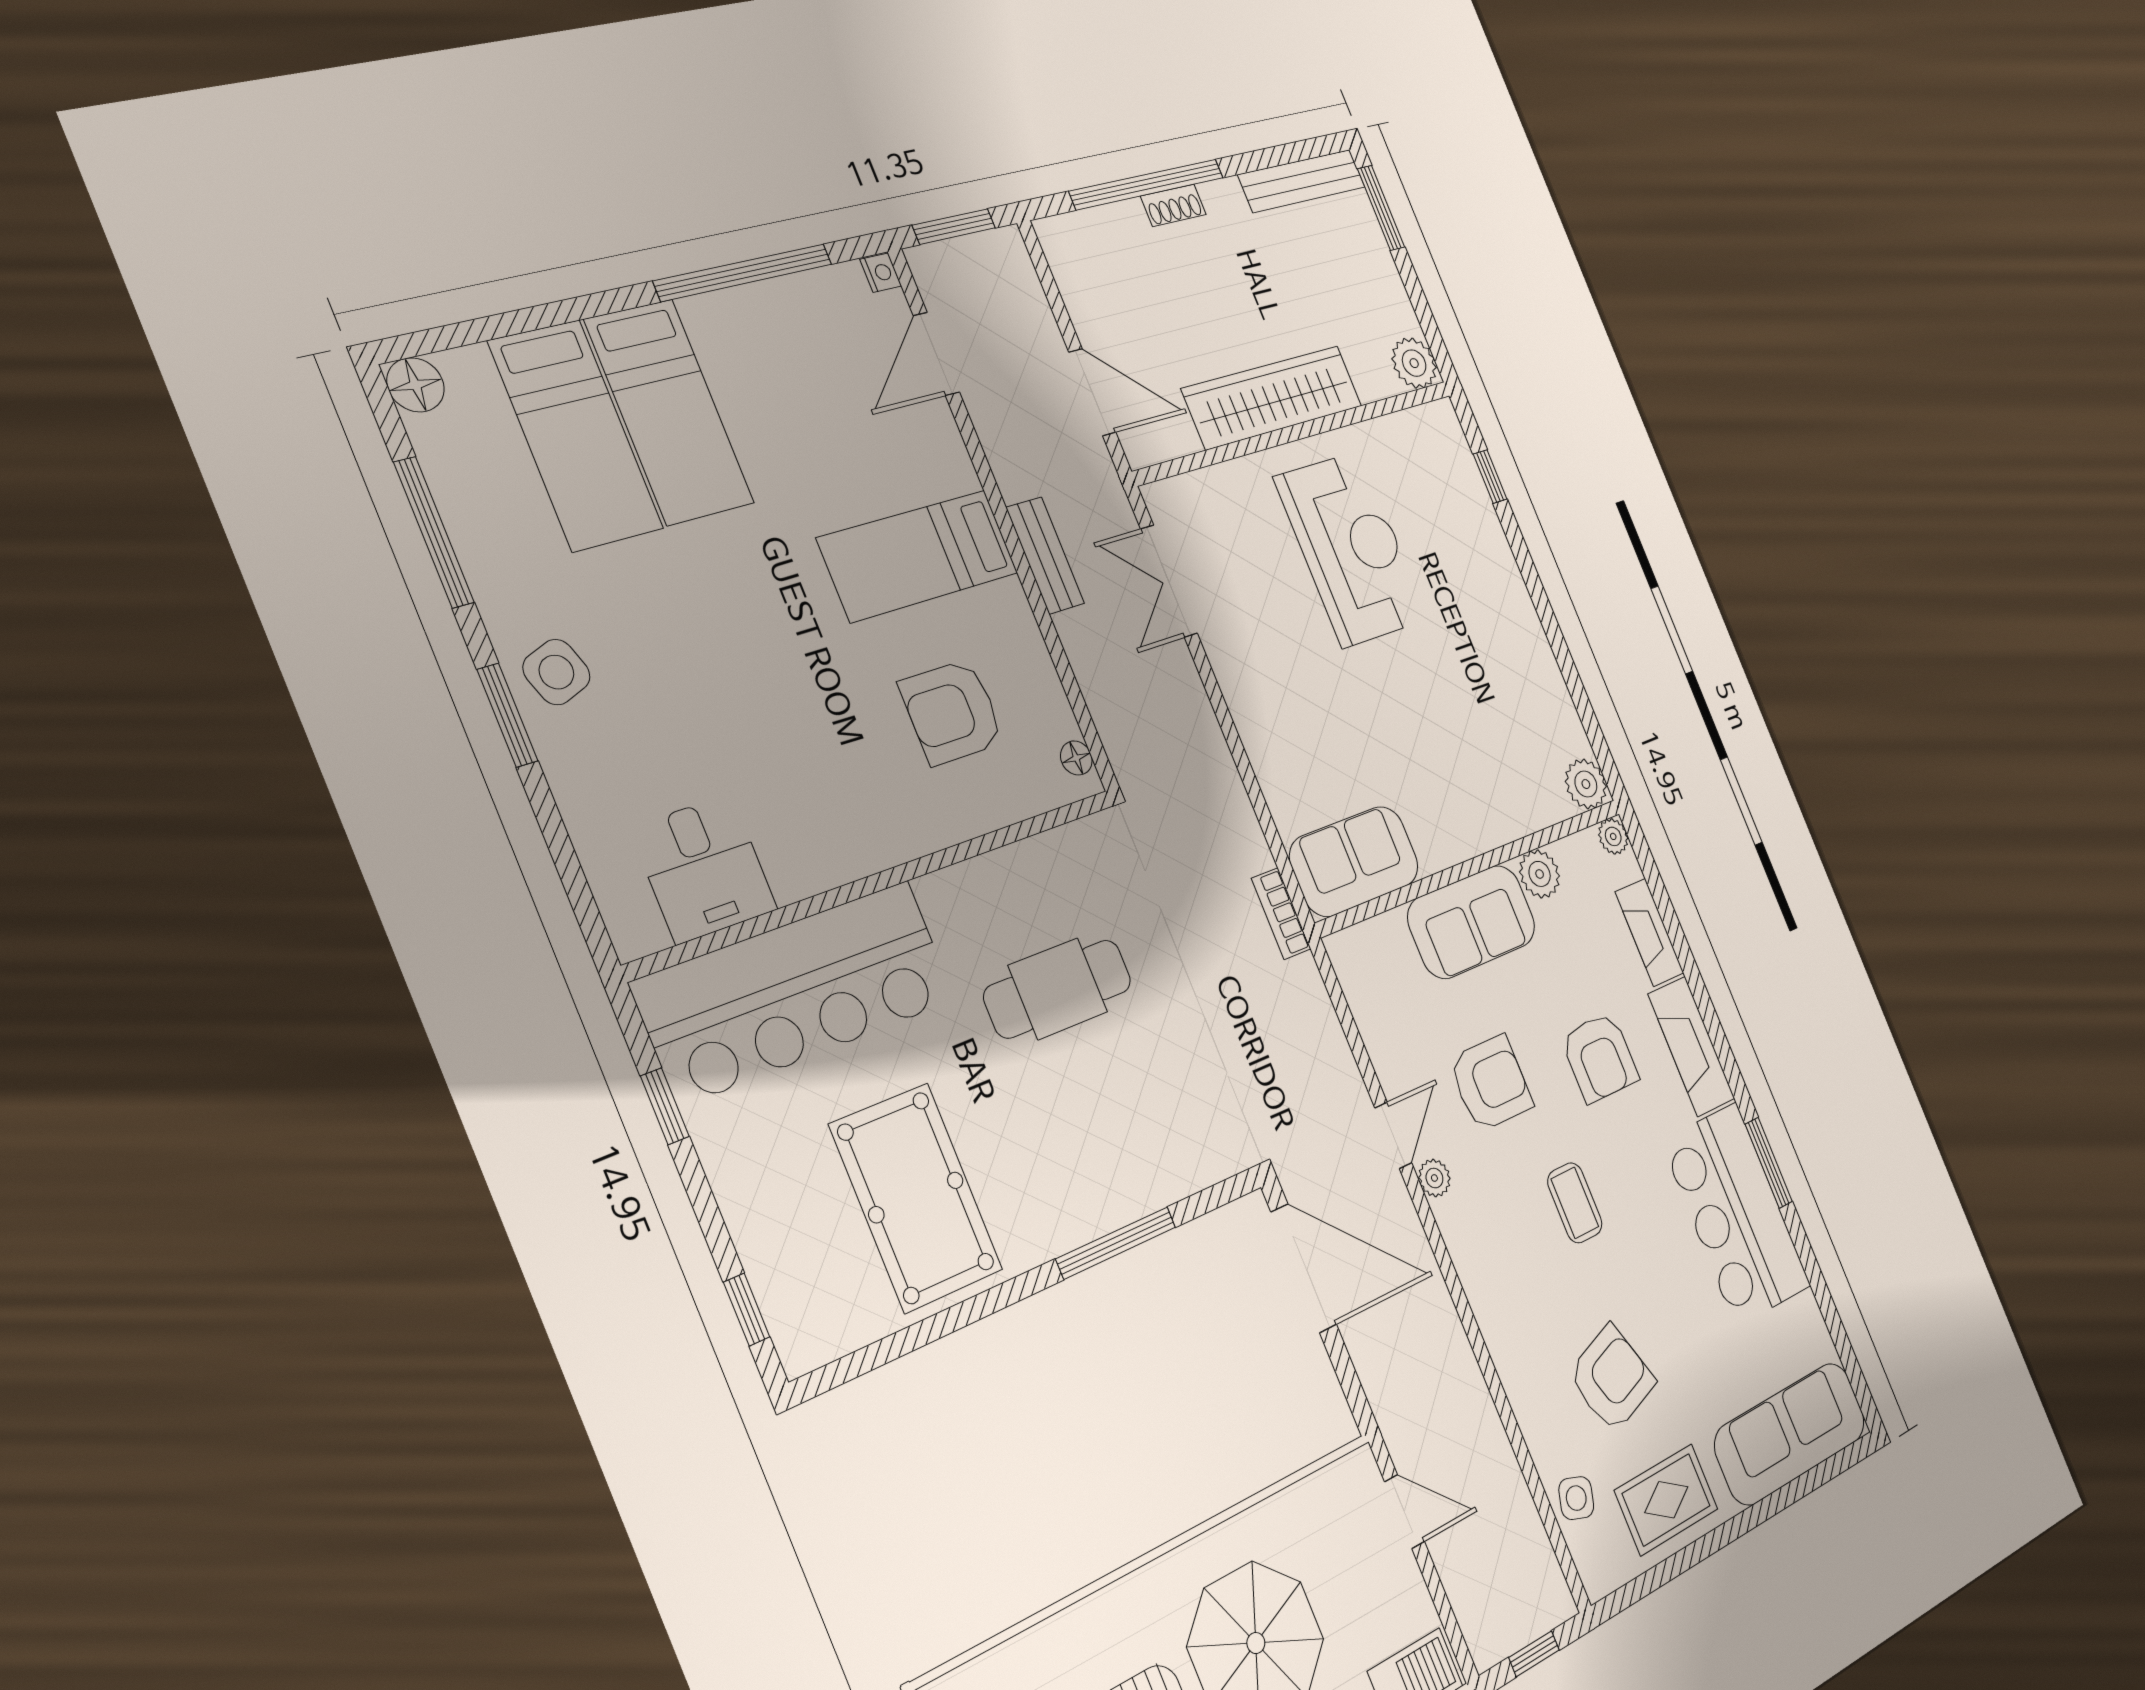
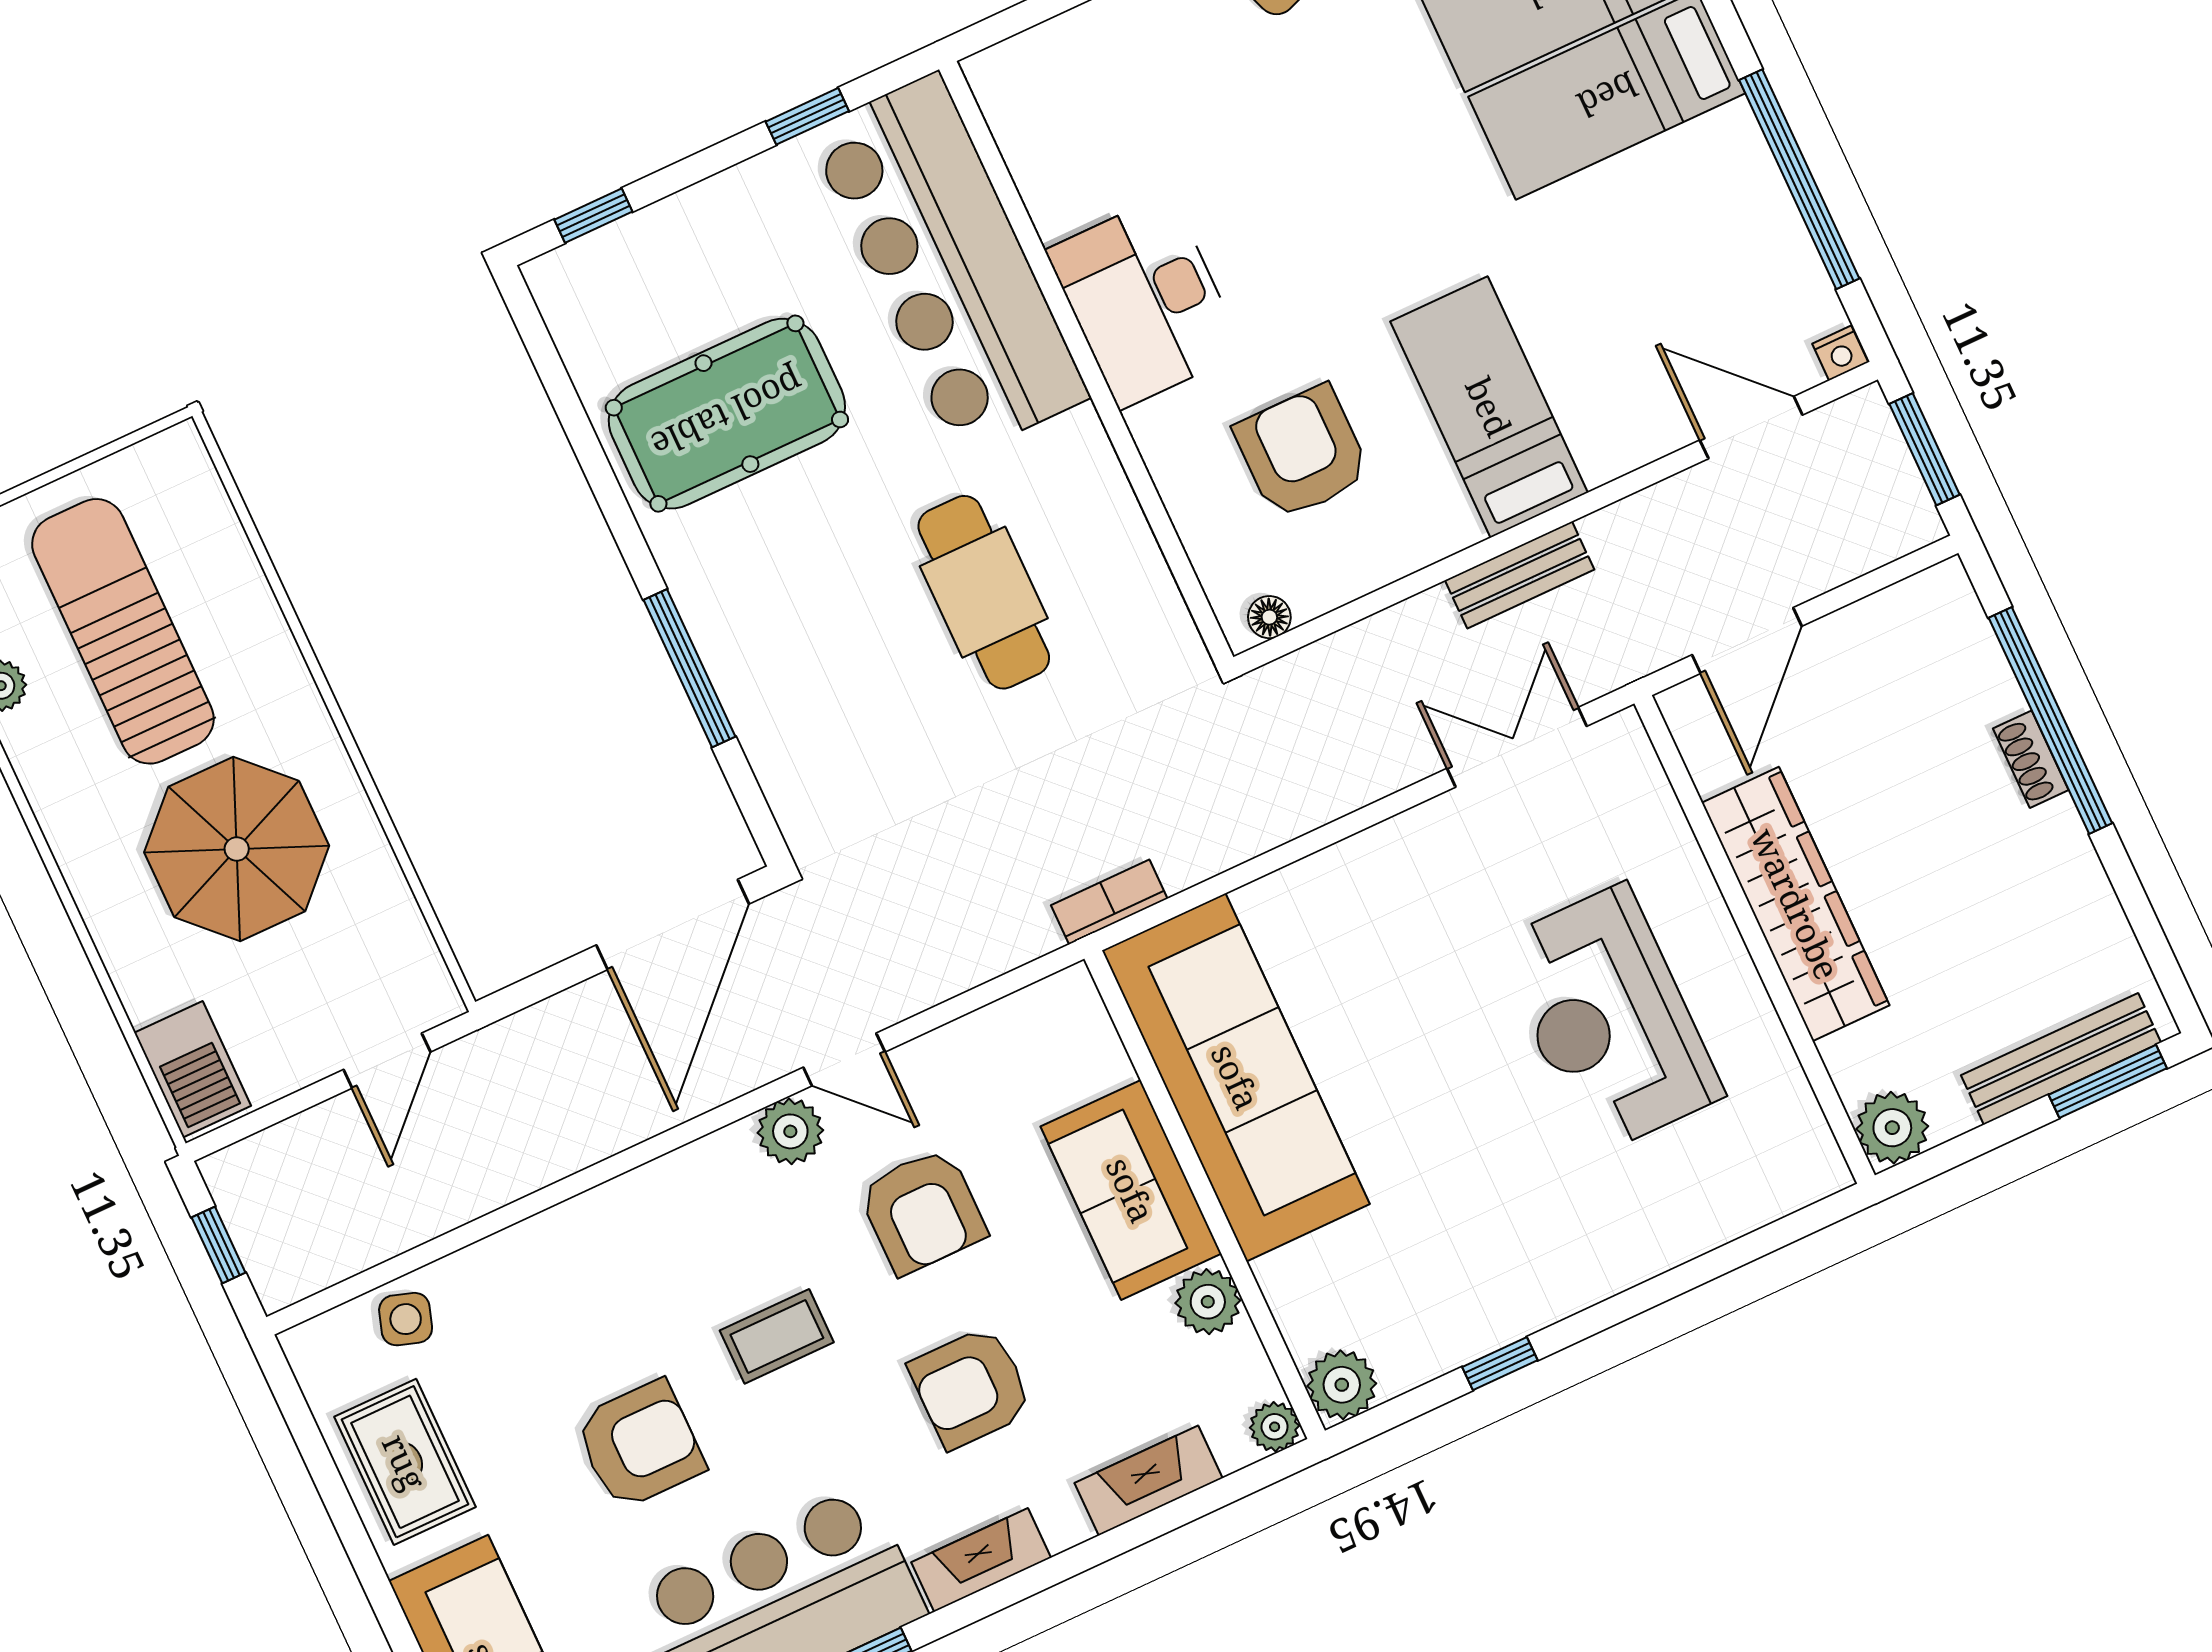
bench: (1302, 181) -> (2061, 1059), moved, turned 90
window: (1490, 477) -> (1500, 1364), moved
reception desk: (1351, 549) -> (1609, 1019), turned 90
sofa: (1354, 861) -> (1236, 1077), width x1.85, depth x1.27
desk: (704, 869) -> (1145, 301), moved, width x1.37
fireplace: (1691, 1046) -> (981, 1560), width x0.73, depth x0.76
plant: (1434, 1178) -> (790, 1131), width x1.38, depth x1.38
armchair: (1612, 1379) -> (640, 1445), moved, turned -71

